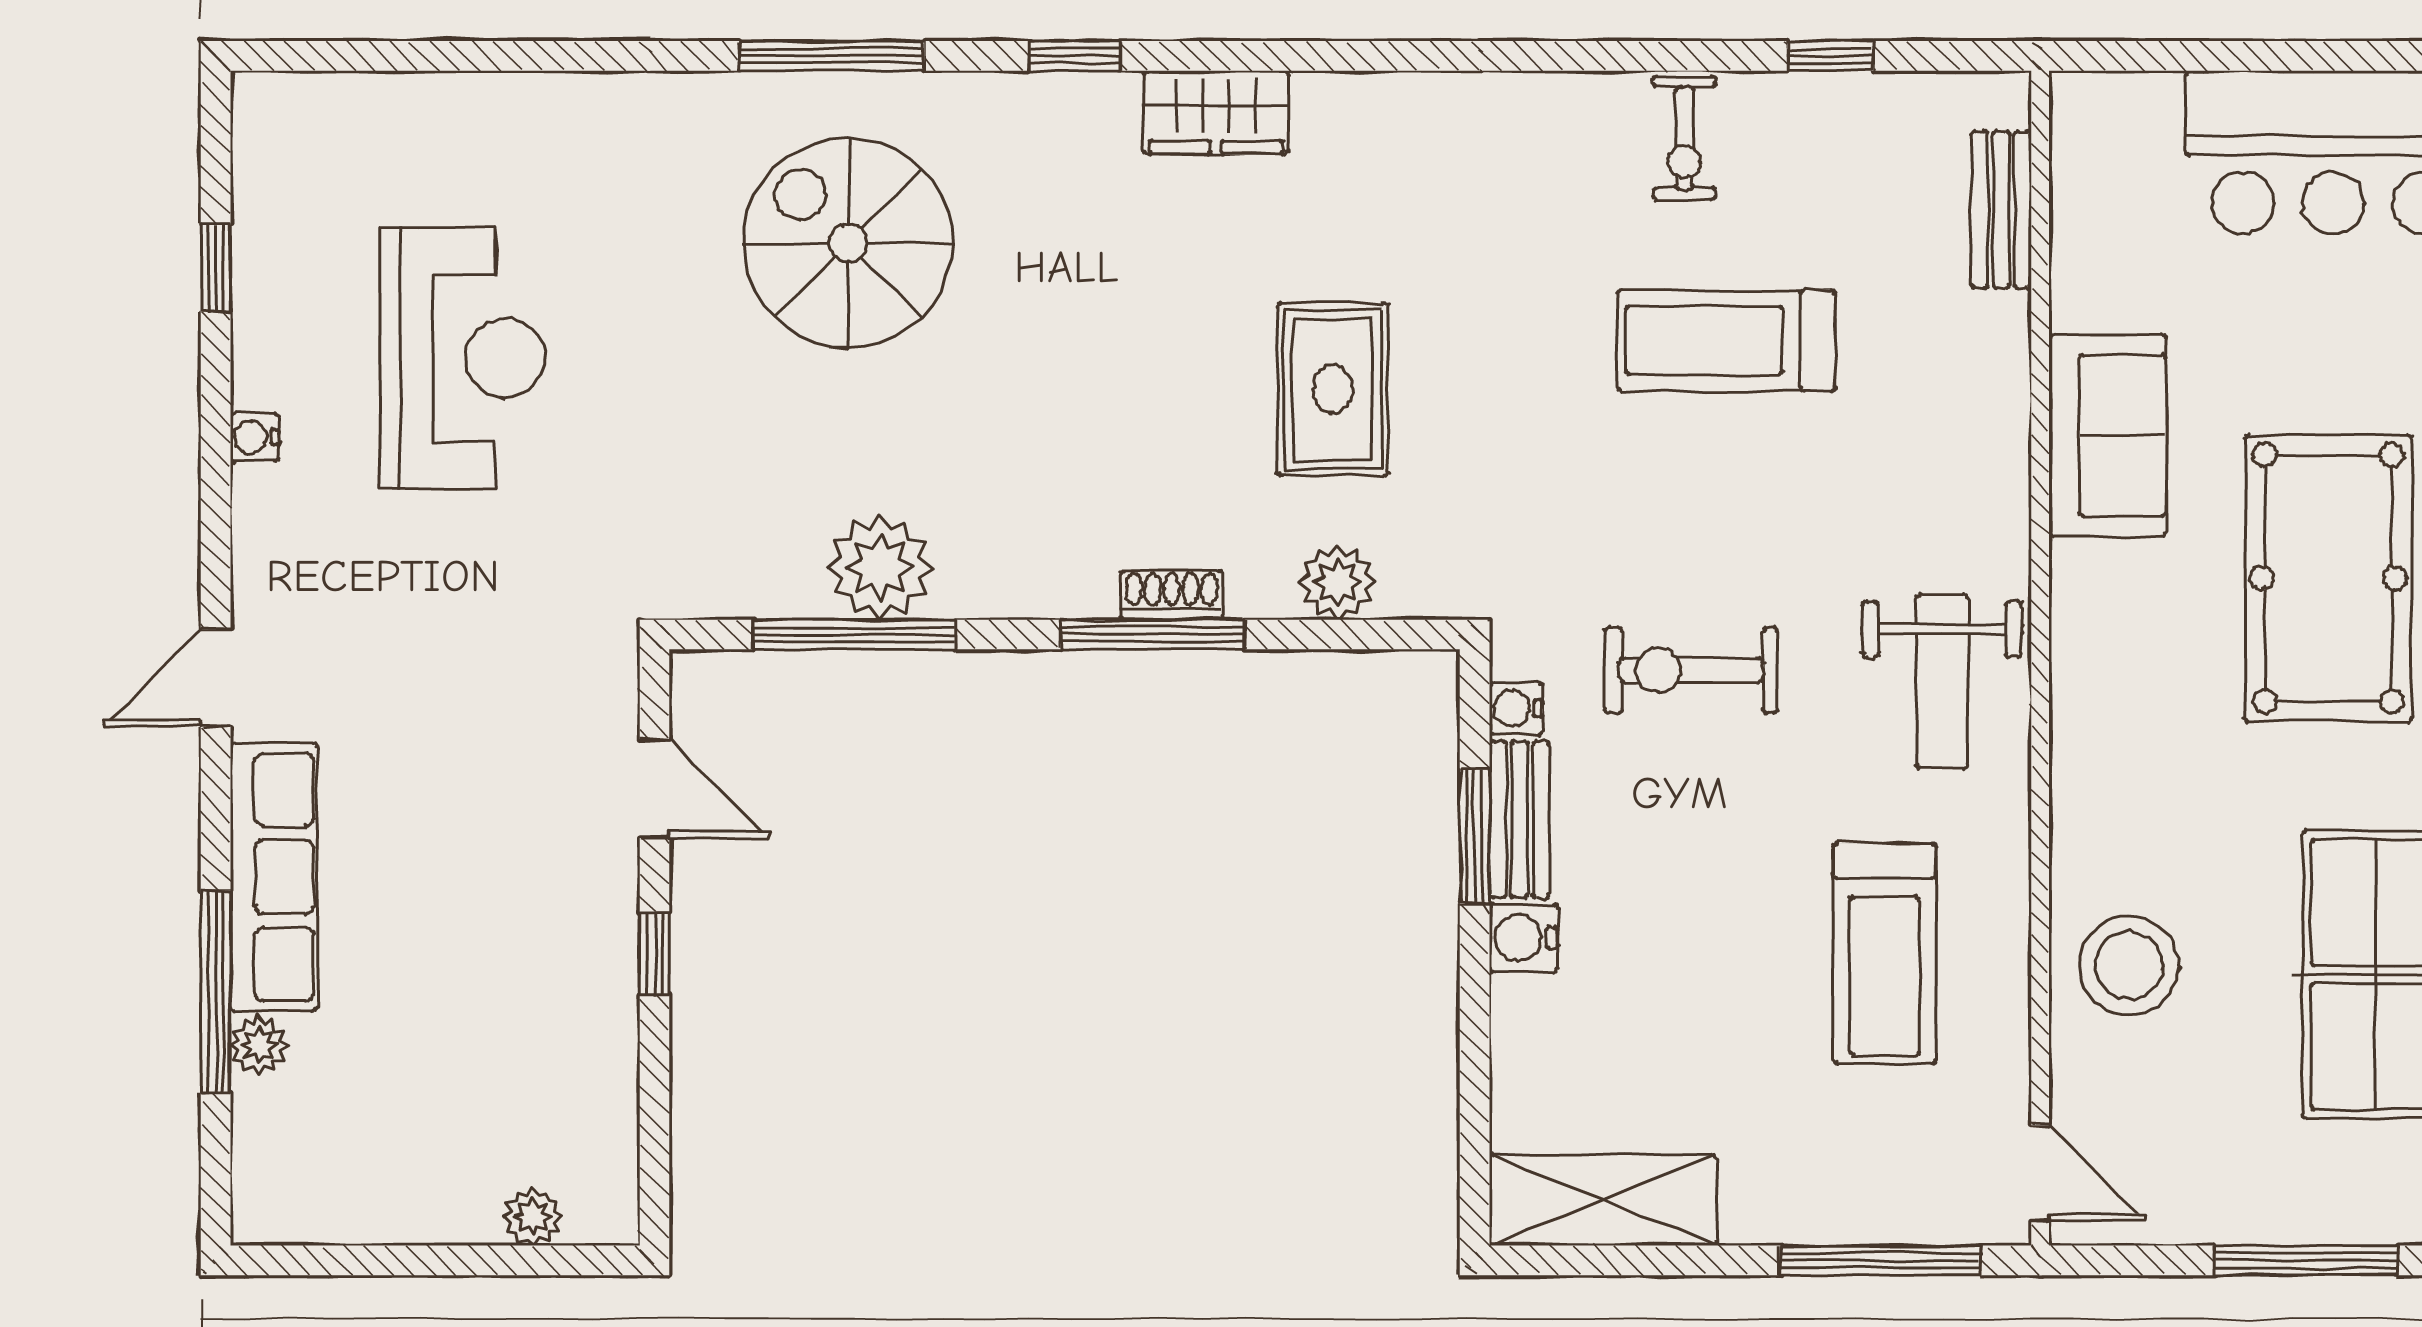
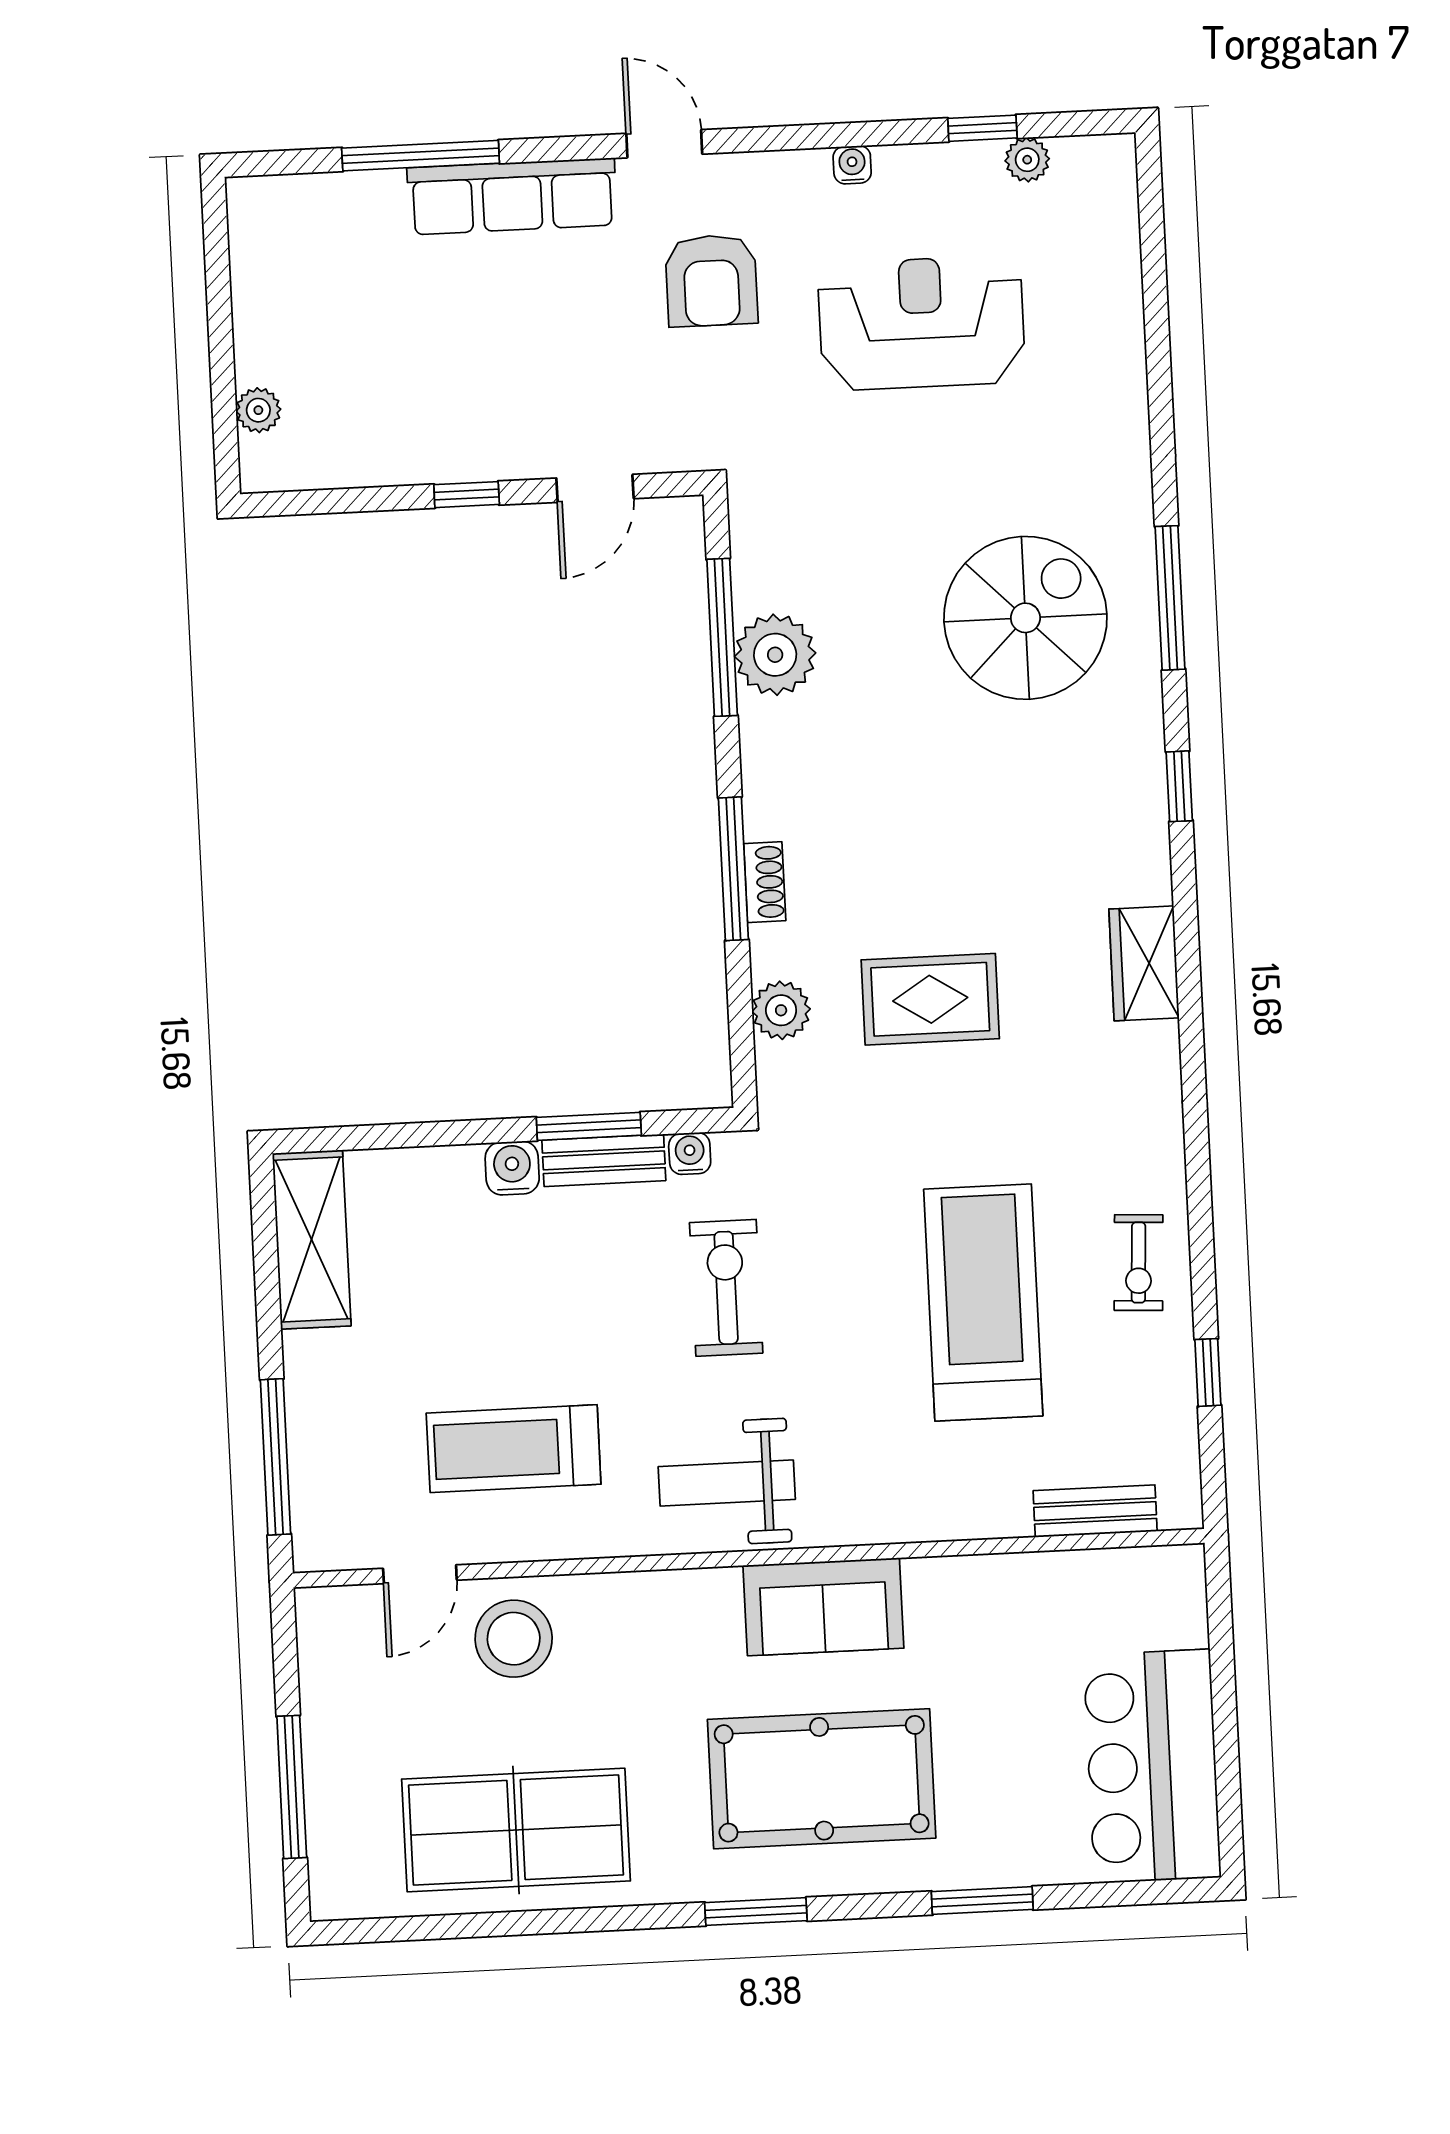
wardrobe: (1216, 112) -> (1144, 963), moved
exercise bike: (1684, 138) -> (1139, 1263), turned -87
treadmill: (1726, 340) -> (983, 1303), width x1.37, depth x1.38
reception desk: (462, 358) -> (922, 323), turned 180
sofa: (2107, 435) -> (823, 1607), moved
armchair: (395, 626) -> (711, 281), added
plant: (259, 1045) -> (1027, 160), moved
door: (2040, 1173) -> (420, 1574), moved

